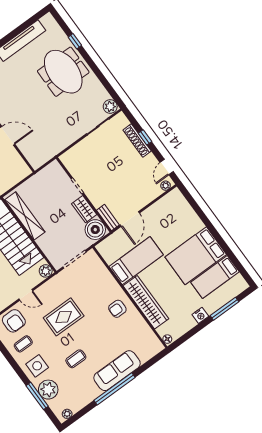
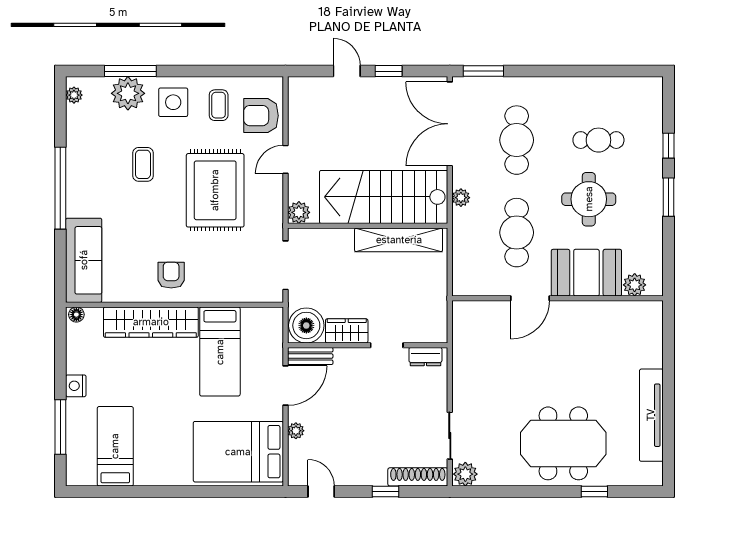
shoe rack: (137, 141) -> (418, 477), moved
dresser: (70, 164) -> (425, 357), added
plant: (166, 186) -> (296, 431), moved
door: (130, 219) -> (285, 386), swing flipped
bed: (196, 256) -> (238, 452), moved, turned -90
rug: (64, 317) -> (215, 190), width x1.37, depth x1.44
sofa: (117, 371) -> (84, 260), moved

